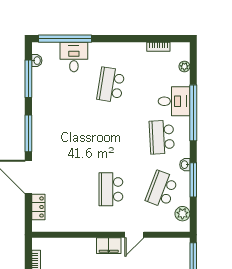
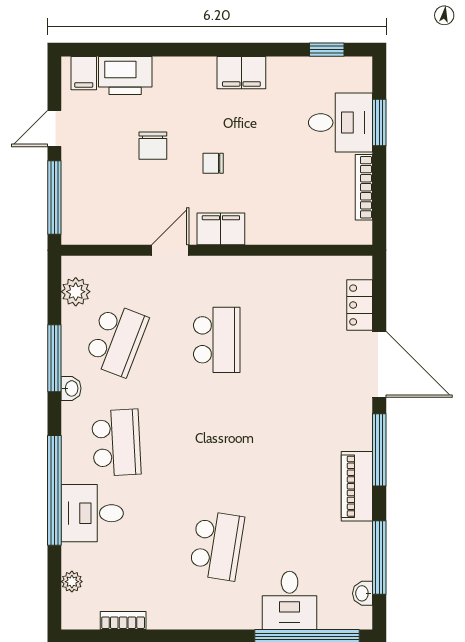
piano: (40, 115) -> (357, 486), added

